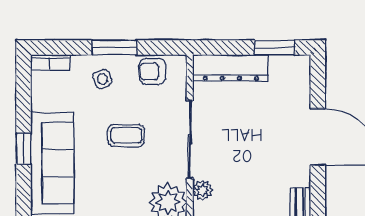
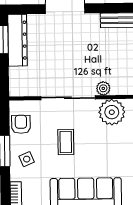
dresser: (231, 68) -> (17, 40), moved
armchair: (152, 71) -> (21, 124), turned 180

